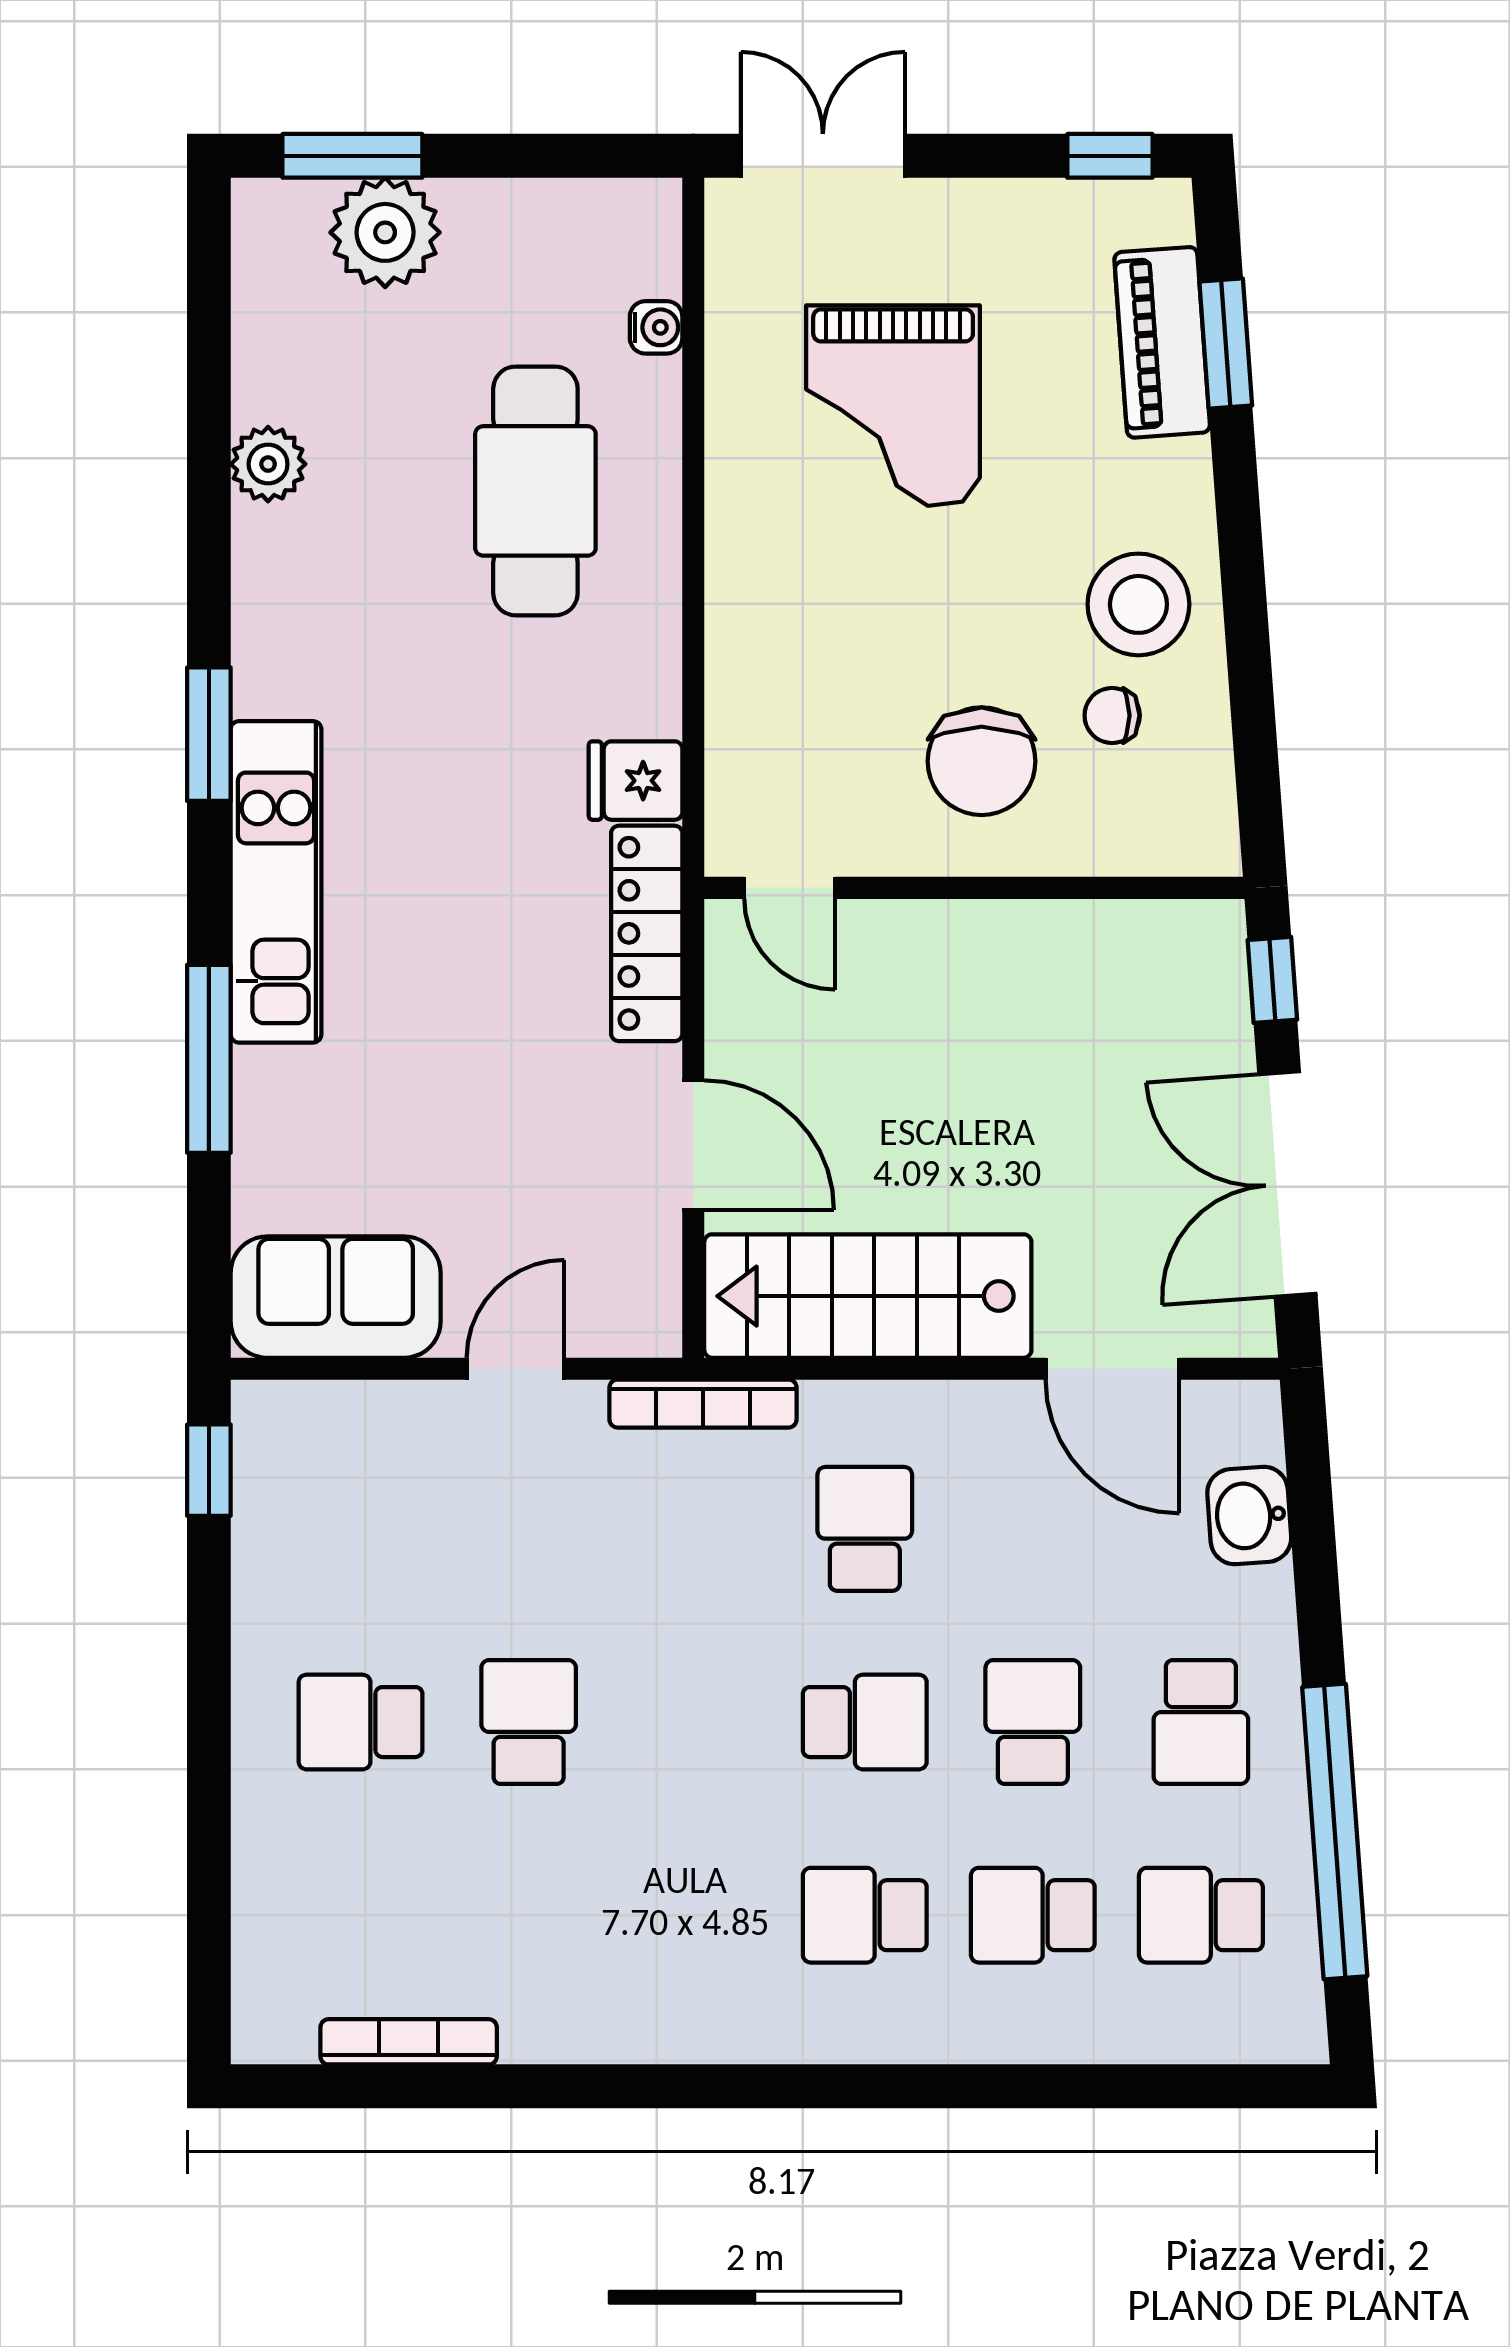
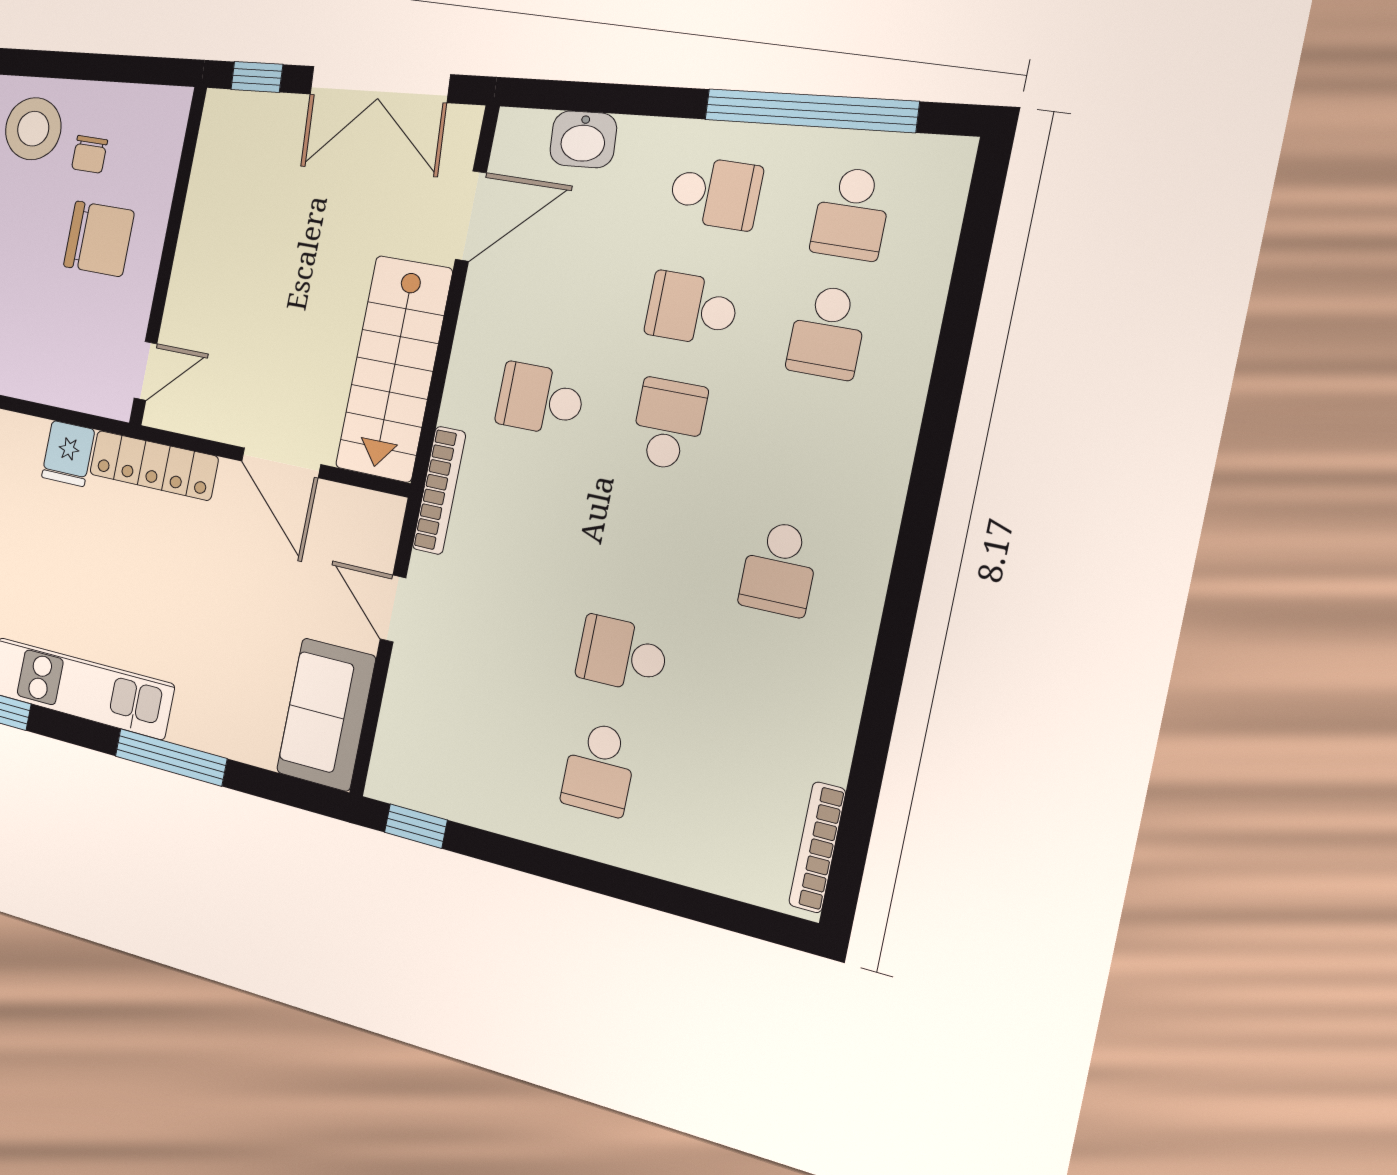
door: (693, 1145) -> (281, 463), swing flipped
school desk: (865, 1915) -> (779, 568), moved
bookcase: (409, 2042) -> (817, 847), moved

